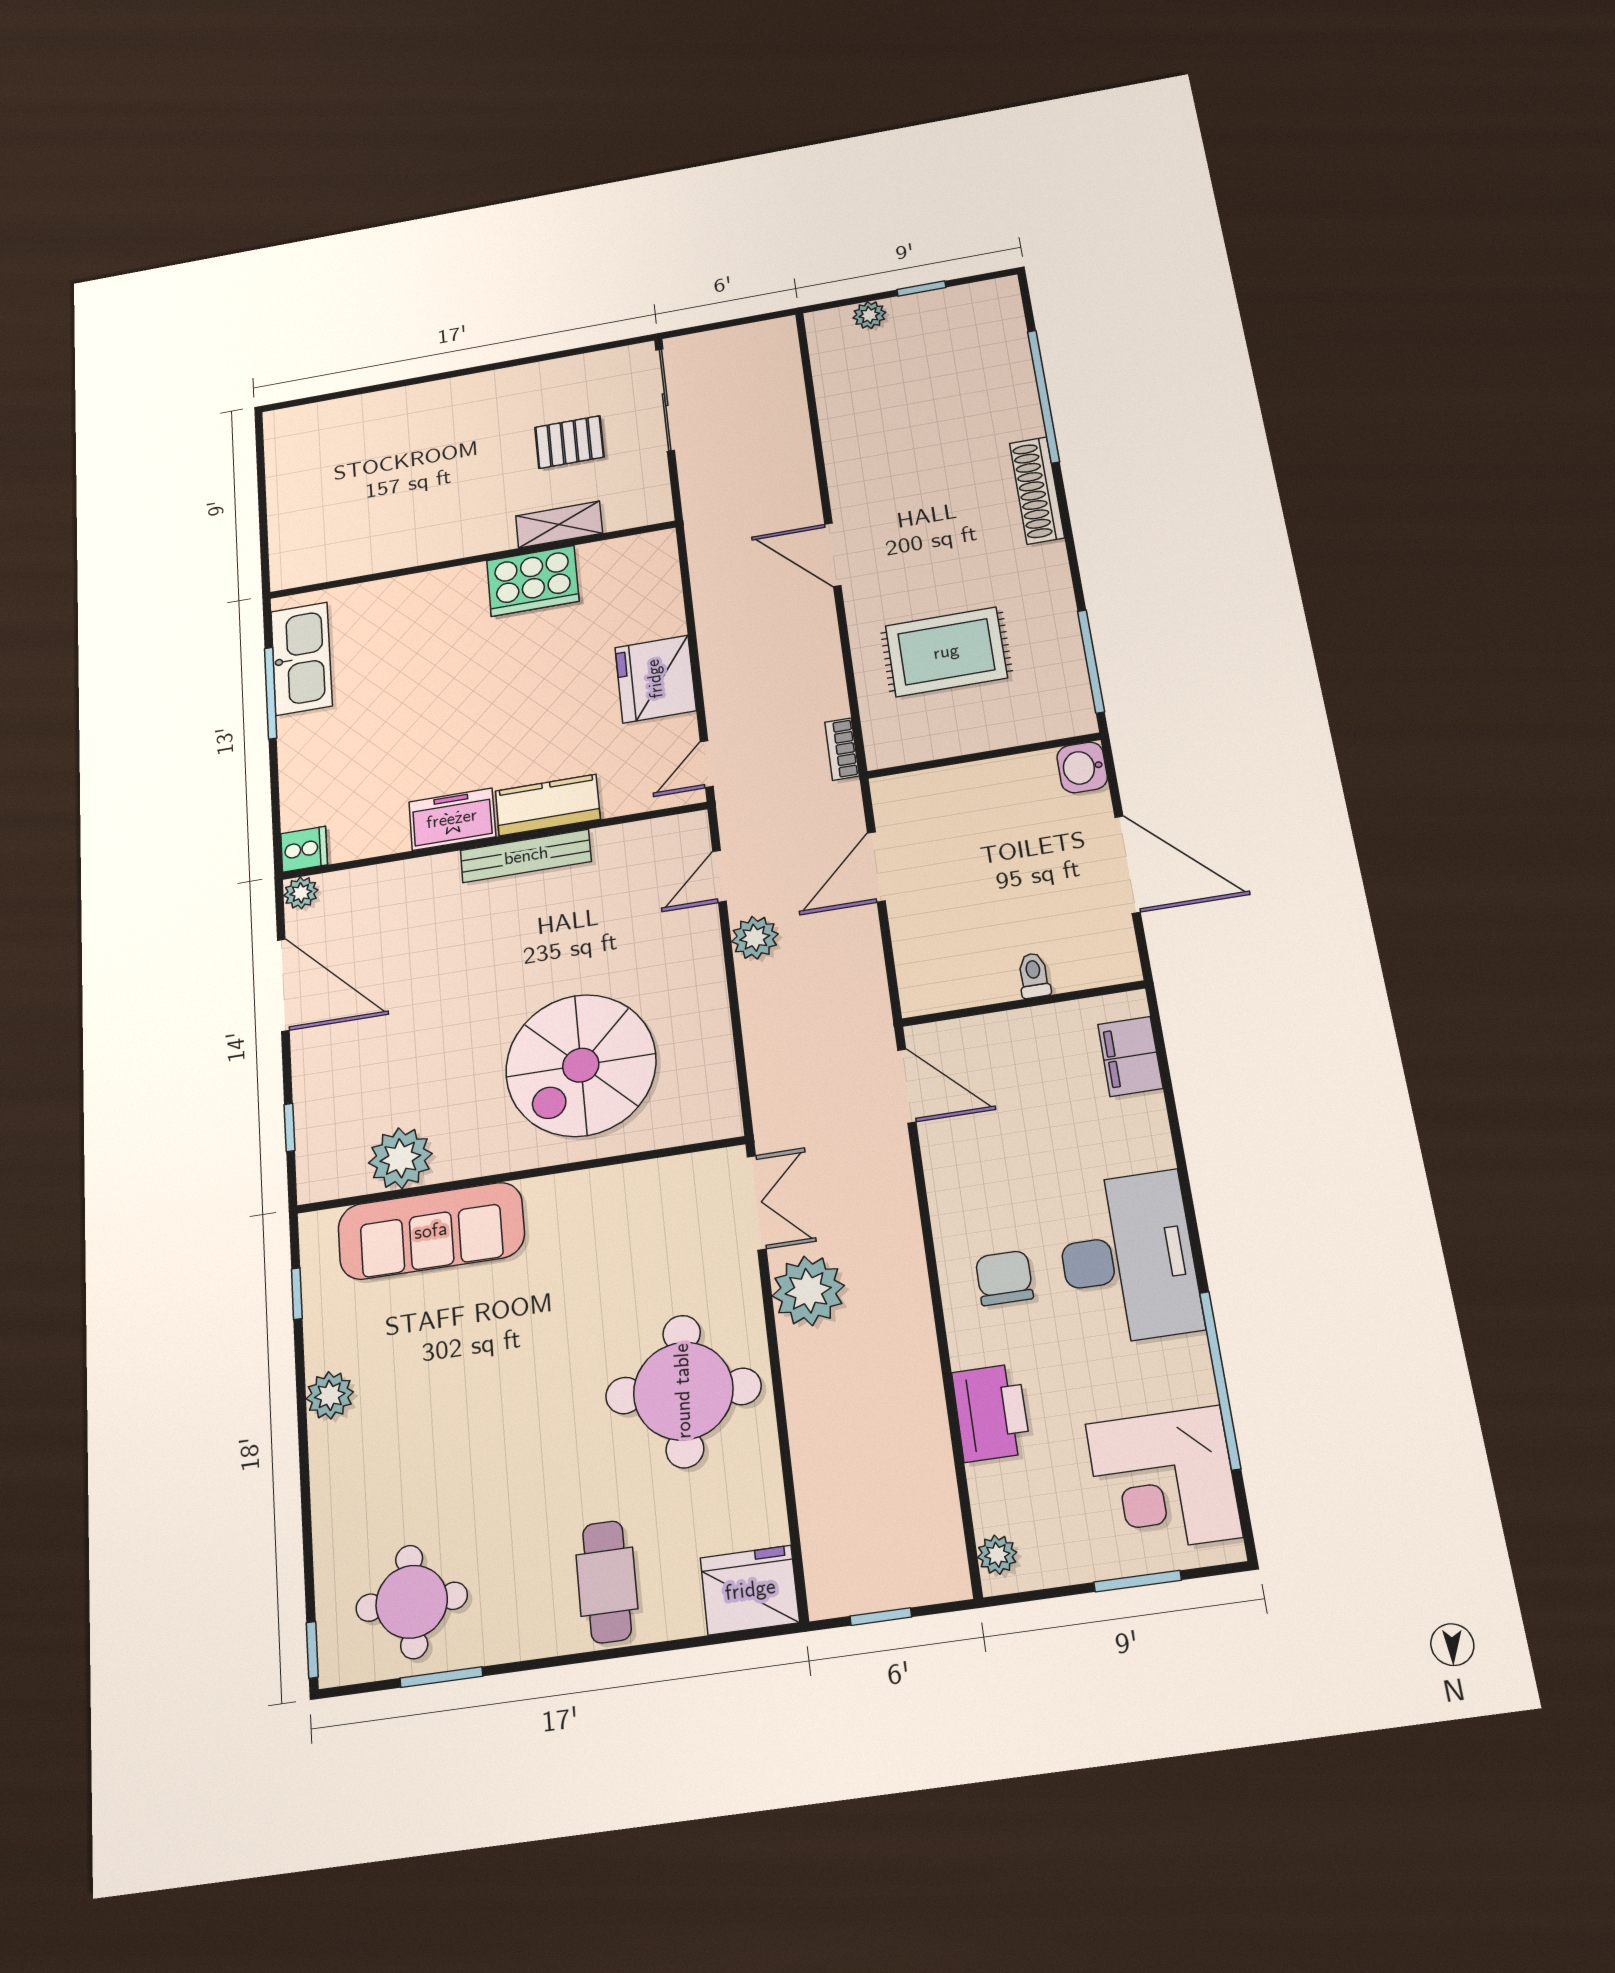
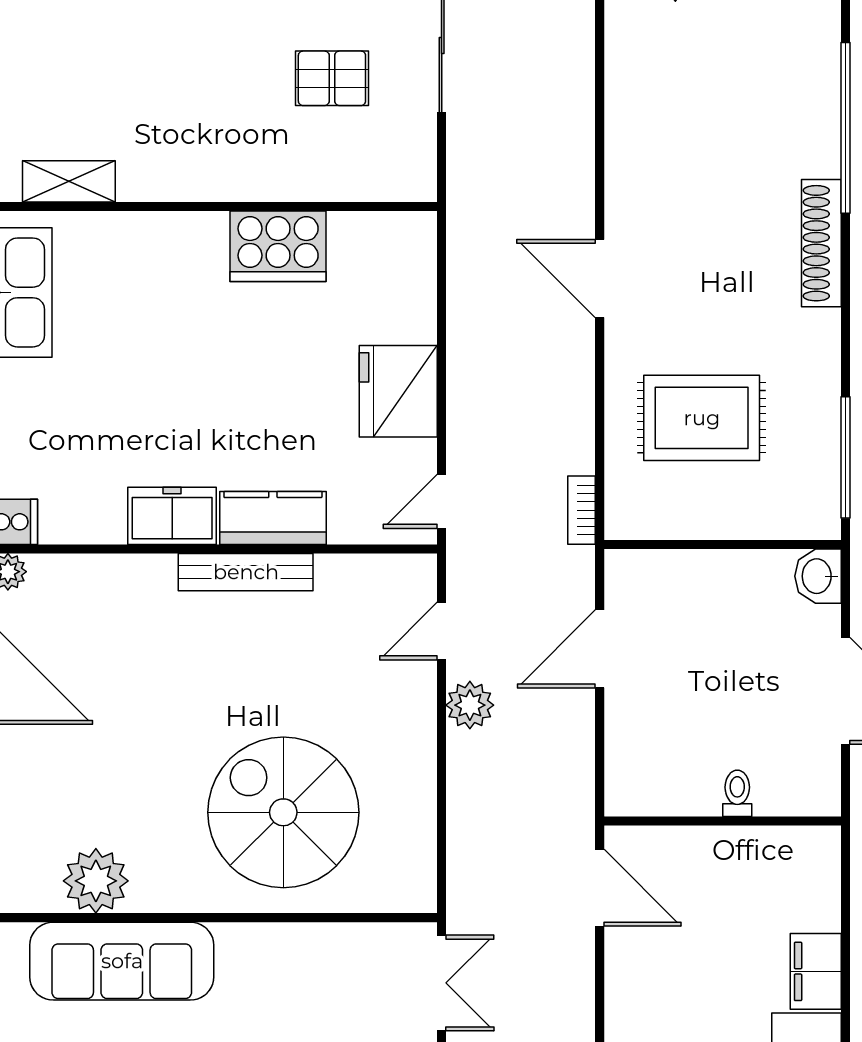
shelving: (559, 525) -> (69, 181), moved
filing cabinet: (1130, 1056) -> (816, 971), moved
spiral stairs: (581, 1065) -> (283, 812), turned 90

